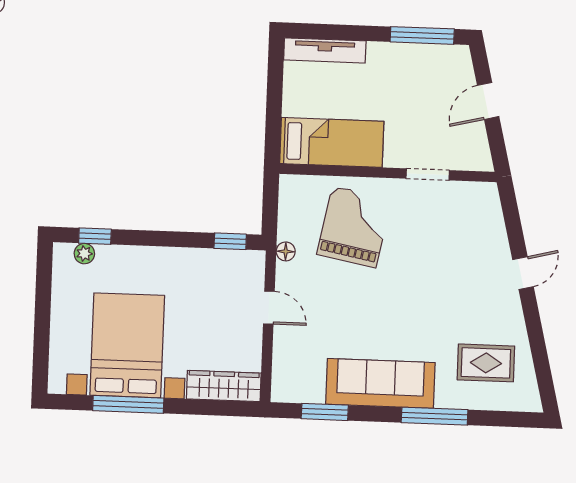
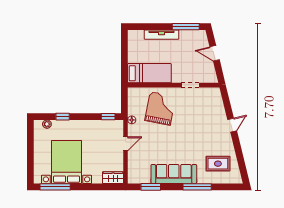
tv unit: (325, 50) -> (162, 35), moved
door: (488, 101) -> (215, 53), hinge flipped
window: (95, 236) -> (63, 117), moved
door: (269, 308) -> (126, 144), hinge flipped
wardrobe: (224, 386) -> (113, 178), width x0.67
window: (128, 404) -> (55, 187), moved

